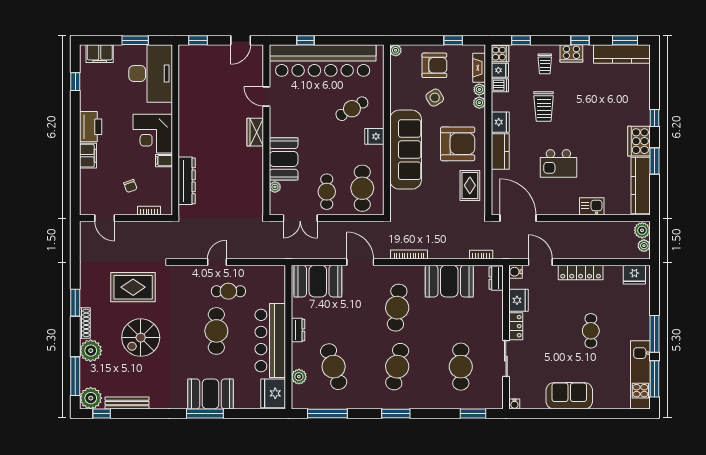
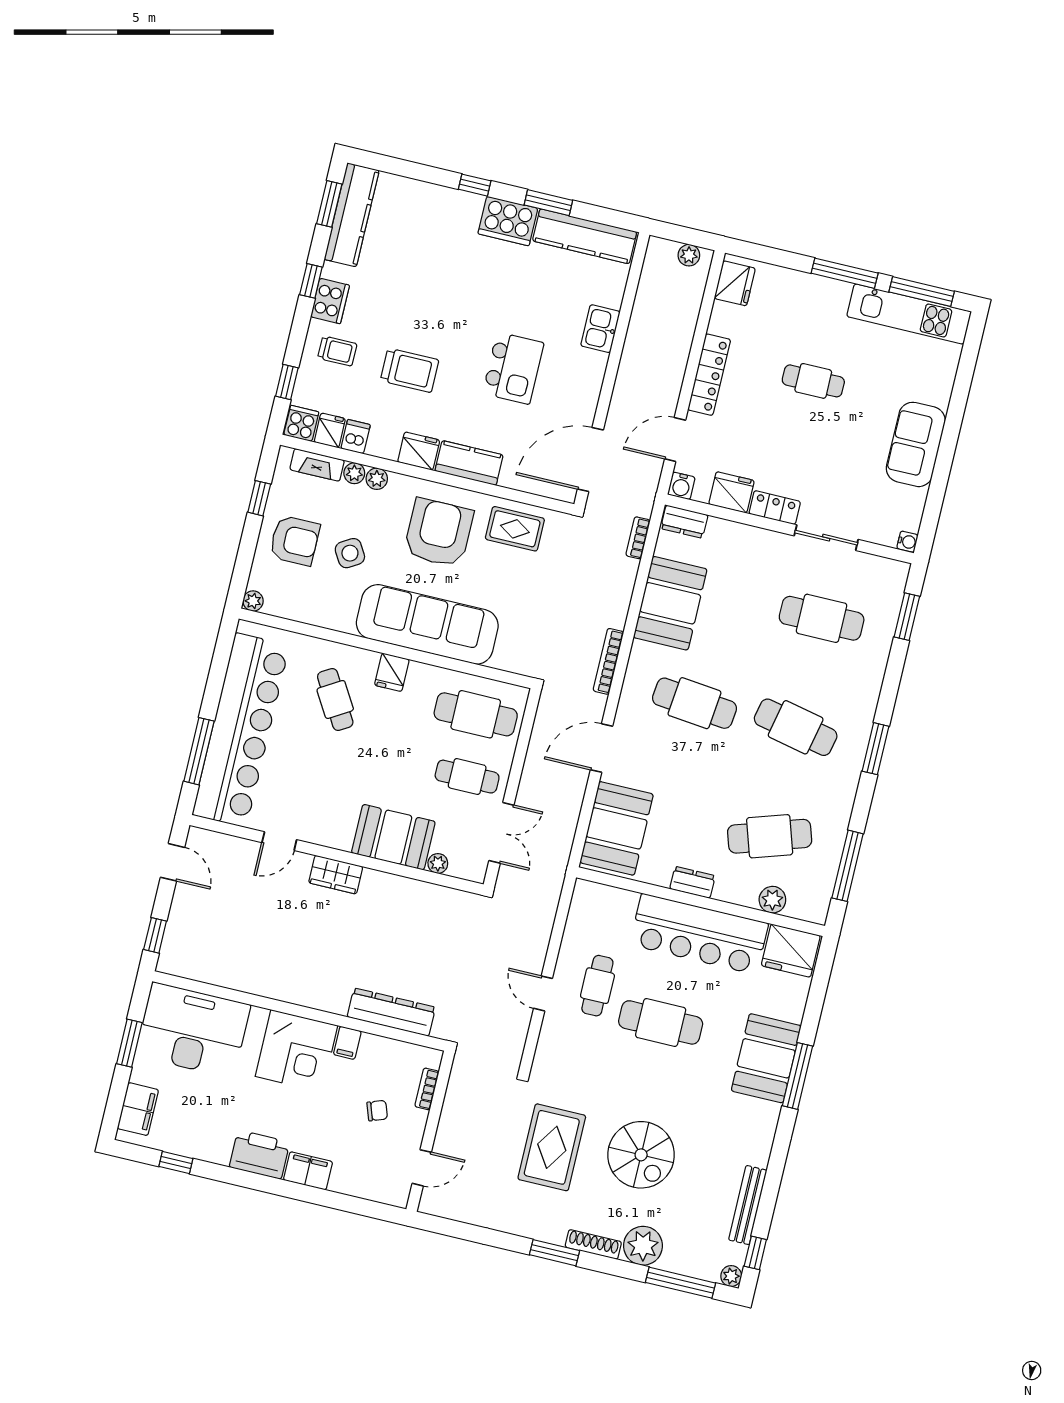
window: (305, 40) -> (199, 751), width x2.17
armchair: (434, 65) -> (295, 541), turned 90
plant: (642, 230) -> (662, 252), removed
plant: (91, 398) -> (731, 1276), width x0.53, depth x0.53

